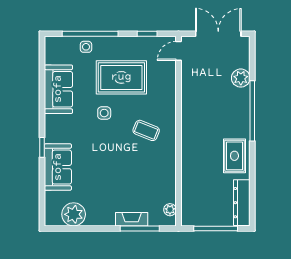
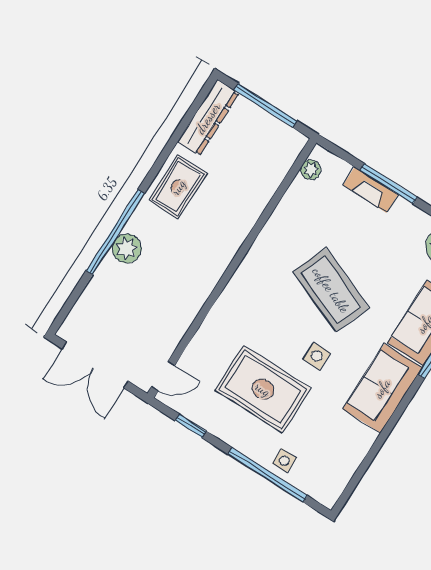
plant: (241, 78) -> (127, 248), moved
sofa: (58, 89) -> (382, 388), moved
coffee table: (146, 130) -> (331, 290), moved, width x1.86, depth x1.72
window: (140, 228) -> (388, 184), moved

